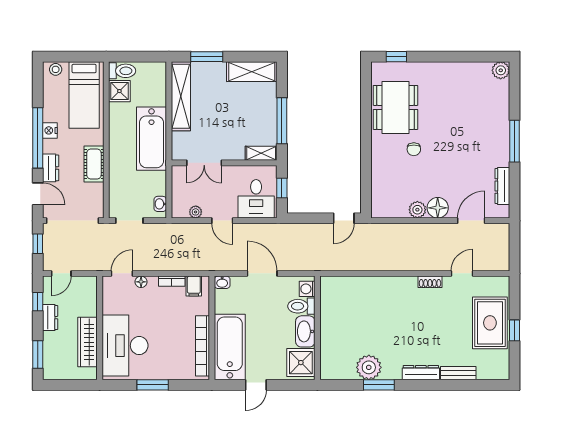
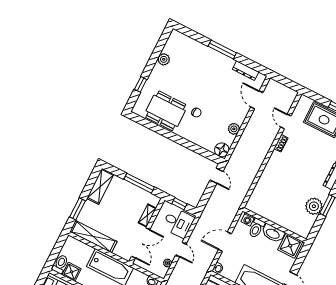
window: (396, 57) -> (141, 84), moved
plant: (501, 70) -> (164, 59), moved
shelving: (261, 153) -> (147, 216), moved
double door: (204, 163) -> (141, 243), width x1.37
floor lamp: (438, 208) -> (222, 150), moved
door: (222, 221) -> (181, 250), hinge flipped

